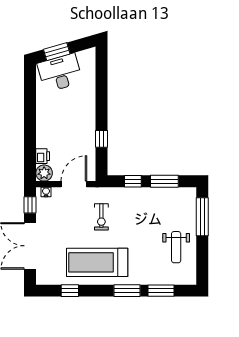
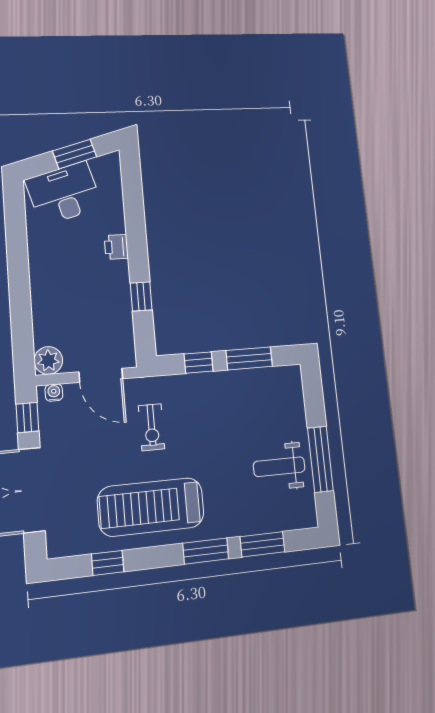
window: (57, 52) -> (75, 154), moved
printer: (43, 156) -> (116, 247), moved, turned 180
door: (74, 184) -> (101, 375), swing flipped
window: (202, 217) -> (320, 459), moved
weight bench: (176, 247) -> (279, 467), turned 90

